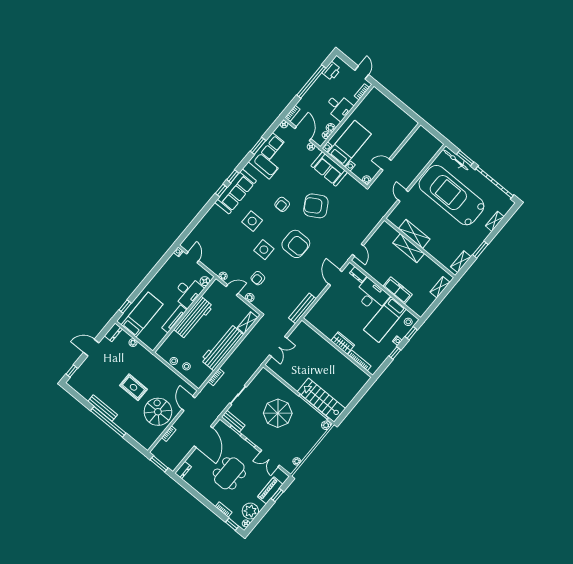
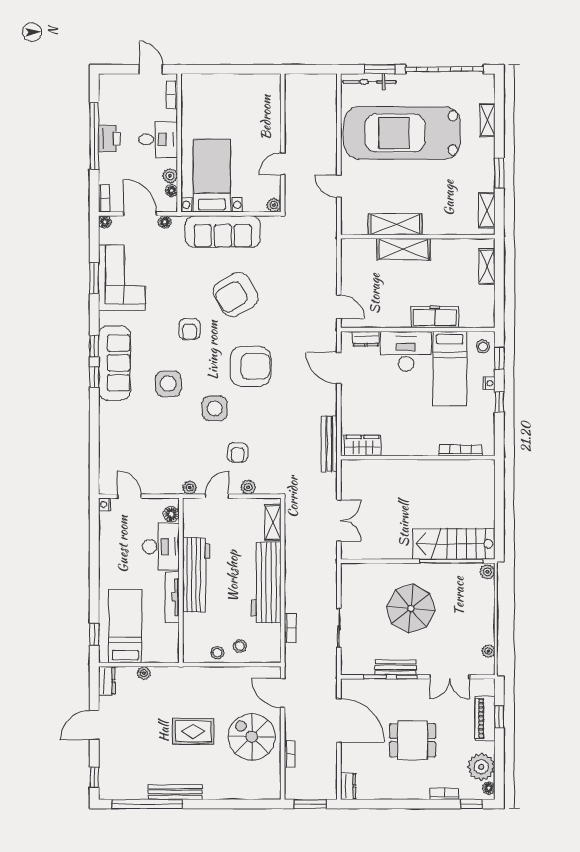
printer: (332, 71) -> (109, 138), moved
sofa: (329, 169) -> (223, 232), width x1.36
wardrobe: (343, 343) -> (363, 446), moved
bench: (233, 421) -> (396, 667), moved
window: (108, 422) -> (147, 804), moved
dining table: (229, 473) -> (413, 740), width x0.73

